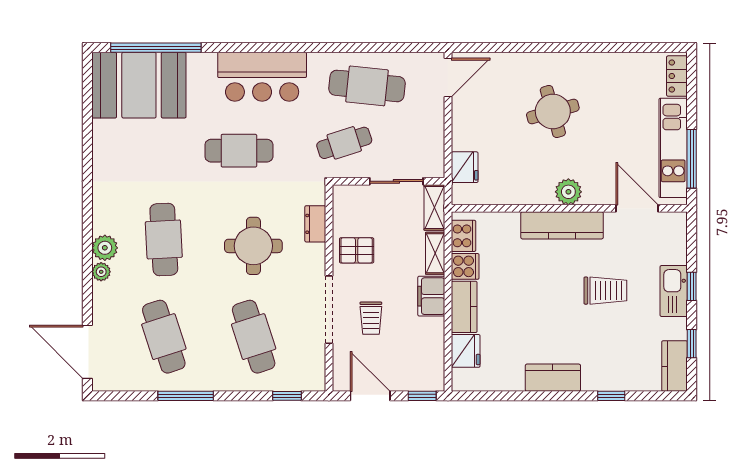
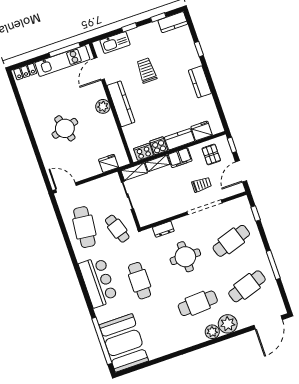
pallet: (357, 250) -> (211, 155), moved
plant: (101, 272) -> (228, 324), width x1.88, depth x1.88
kitchen sink: (674, 291) -> (115, 43), moved

